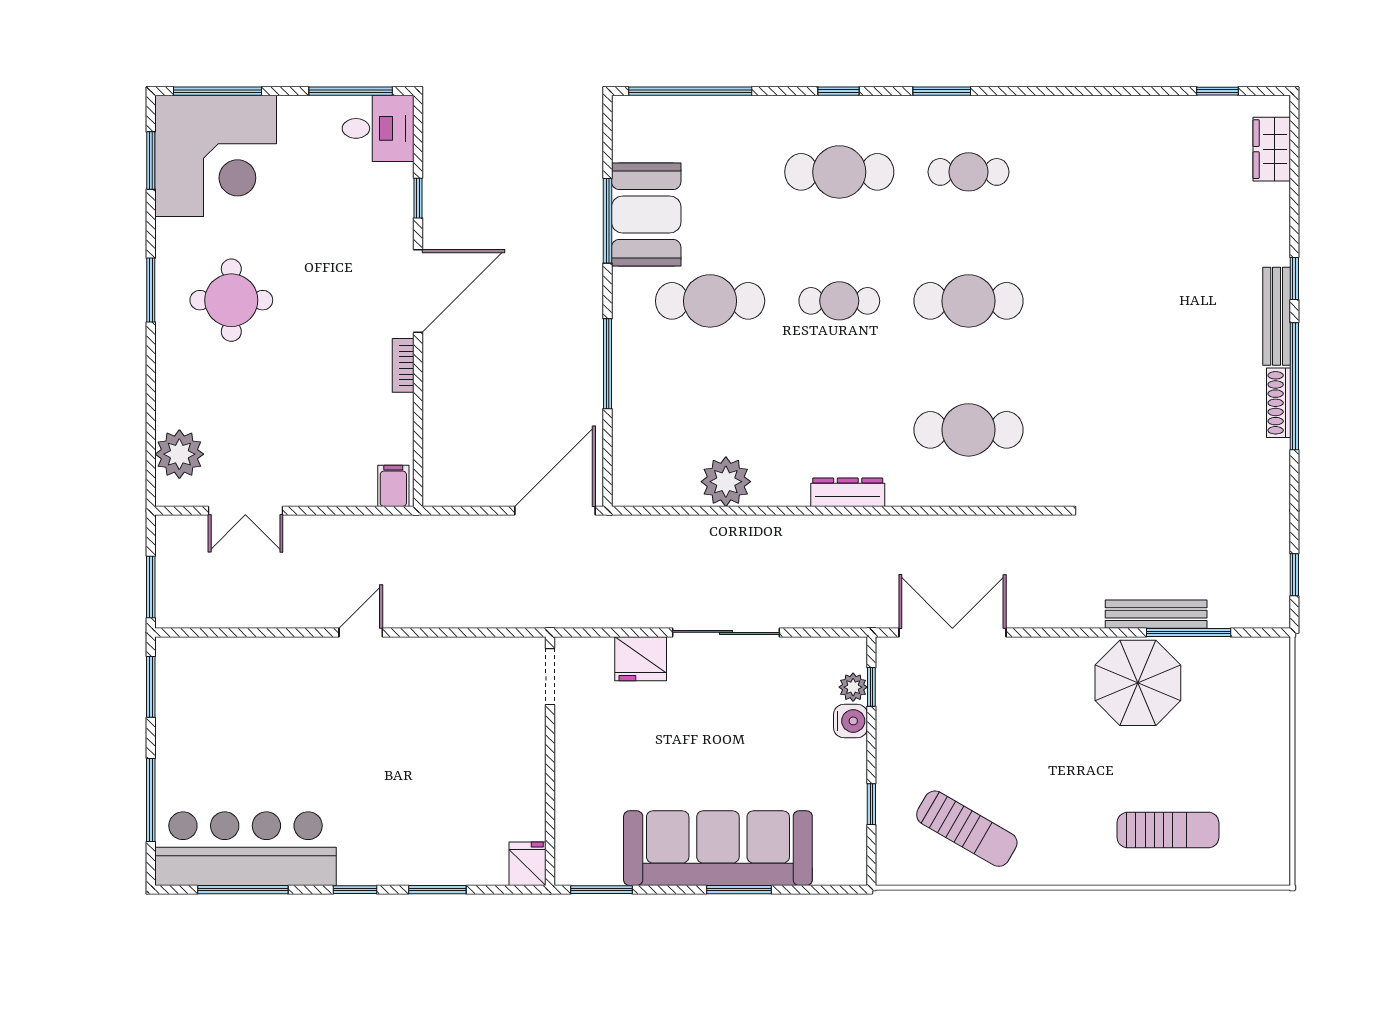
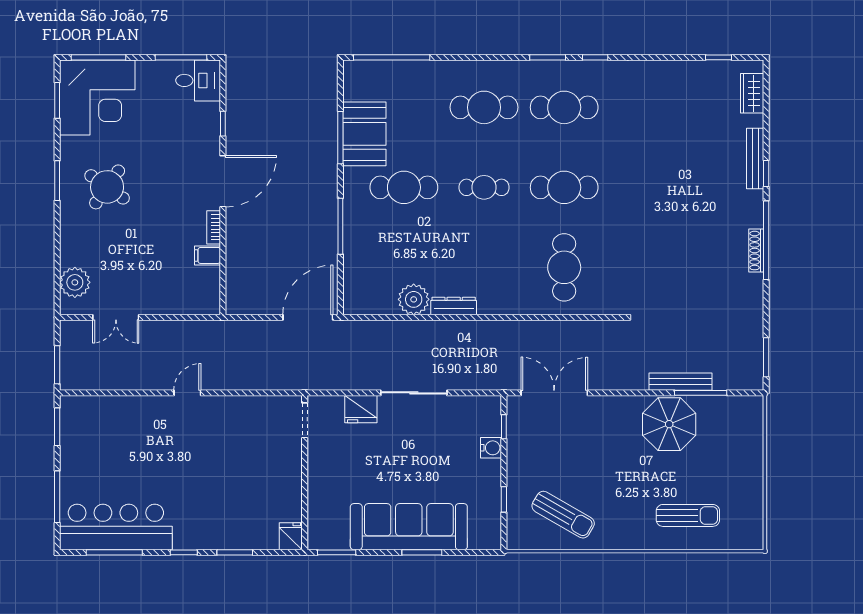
window: (839, 91) -> (595, 57), moved
cafe table: (969, 172) -> (564, 107), width x1.37, depth x1.35
round table: (231, 300) -> (107, 187), turned 35
bench: (1277, 316) -> (755, 158), moved
cafe table: (969, 430) -> (564, 267), turned 90
filing cabinet: (393, 486) -> (207, 255), moved, turned -90
dresser: (848, 492) -> (454, 306), moved
window: (1294, 575) -> (766, 357), width x1.50
plant: (853, 687) -> (493, 427), removed

